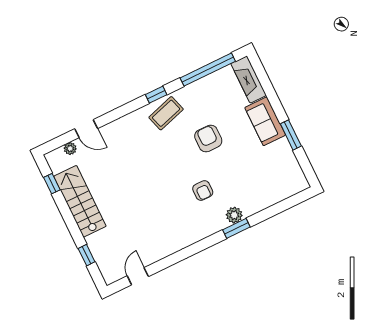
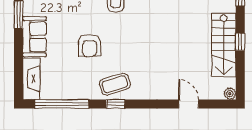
plant: (70, 149) -> (230, 94), moved
window: (52, 184) -> (240, 42), moved

